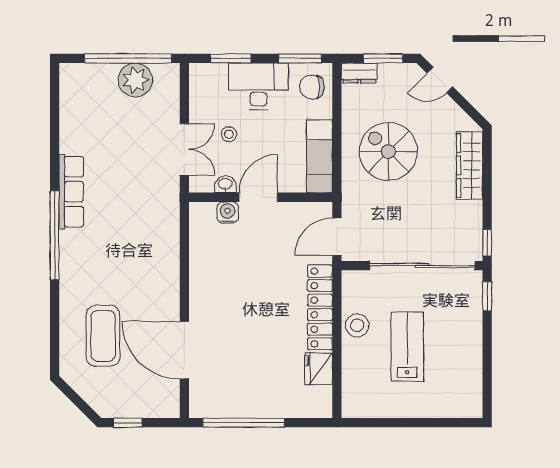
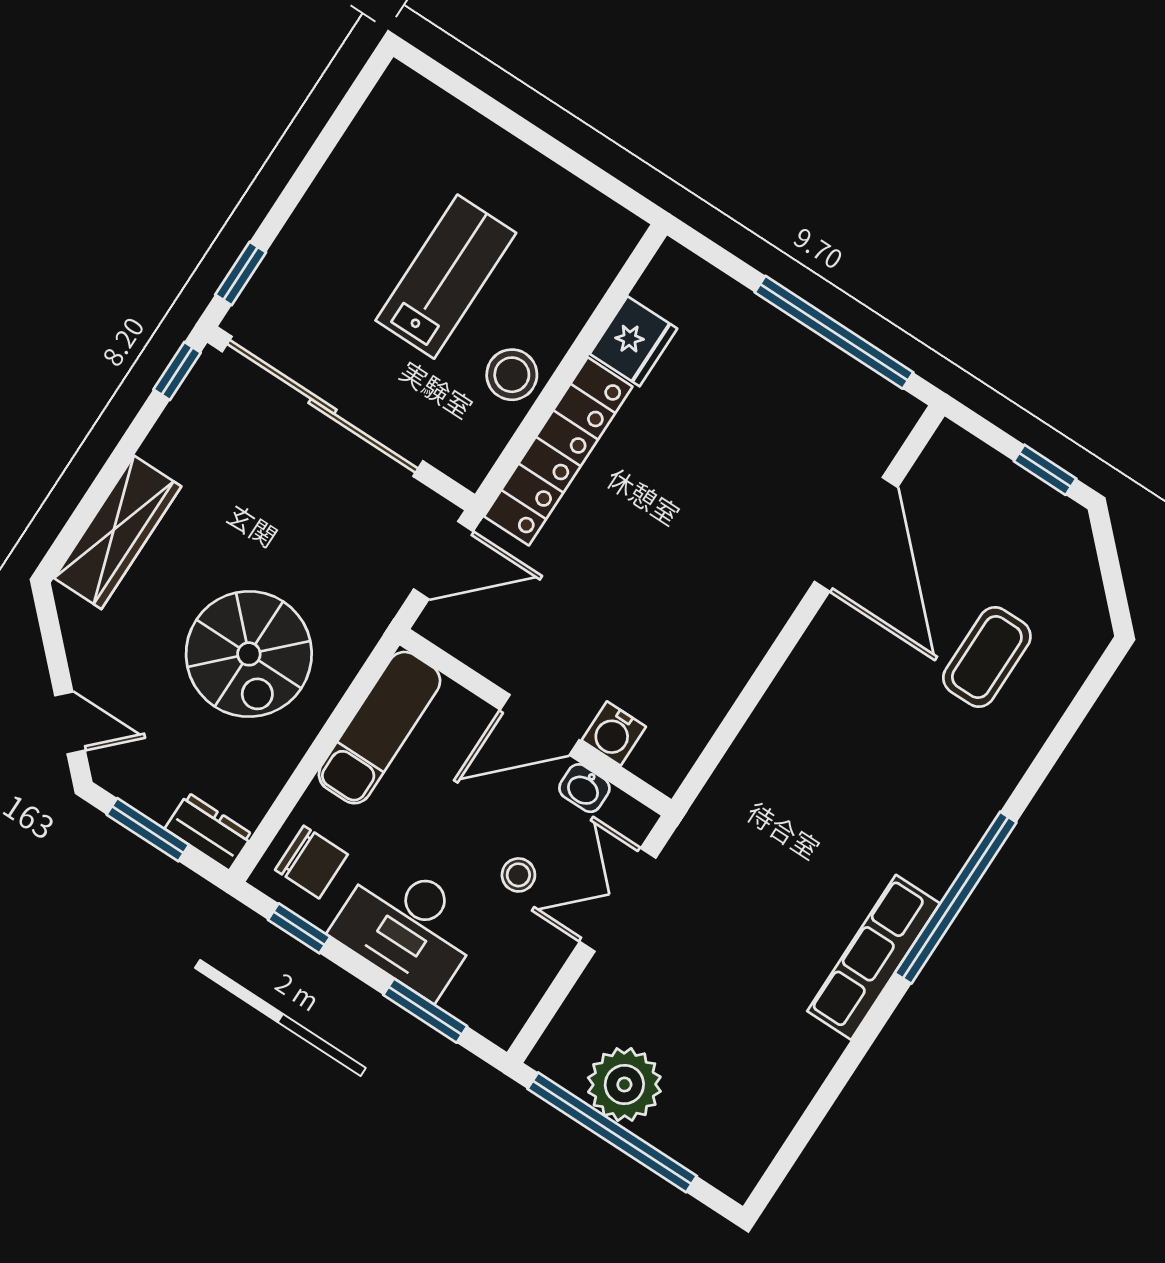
window: (300, 58) -> (299, 928), width x0.67
coffee table: (103, 336) -> (987, 657), width x0.73, depth x0.76
lab bench: (407, 347) -> (446, 277), turned 180

